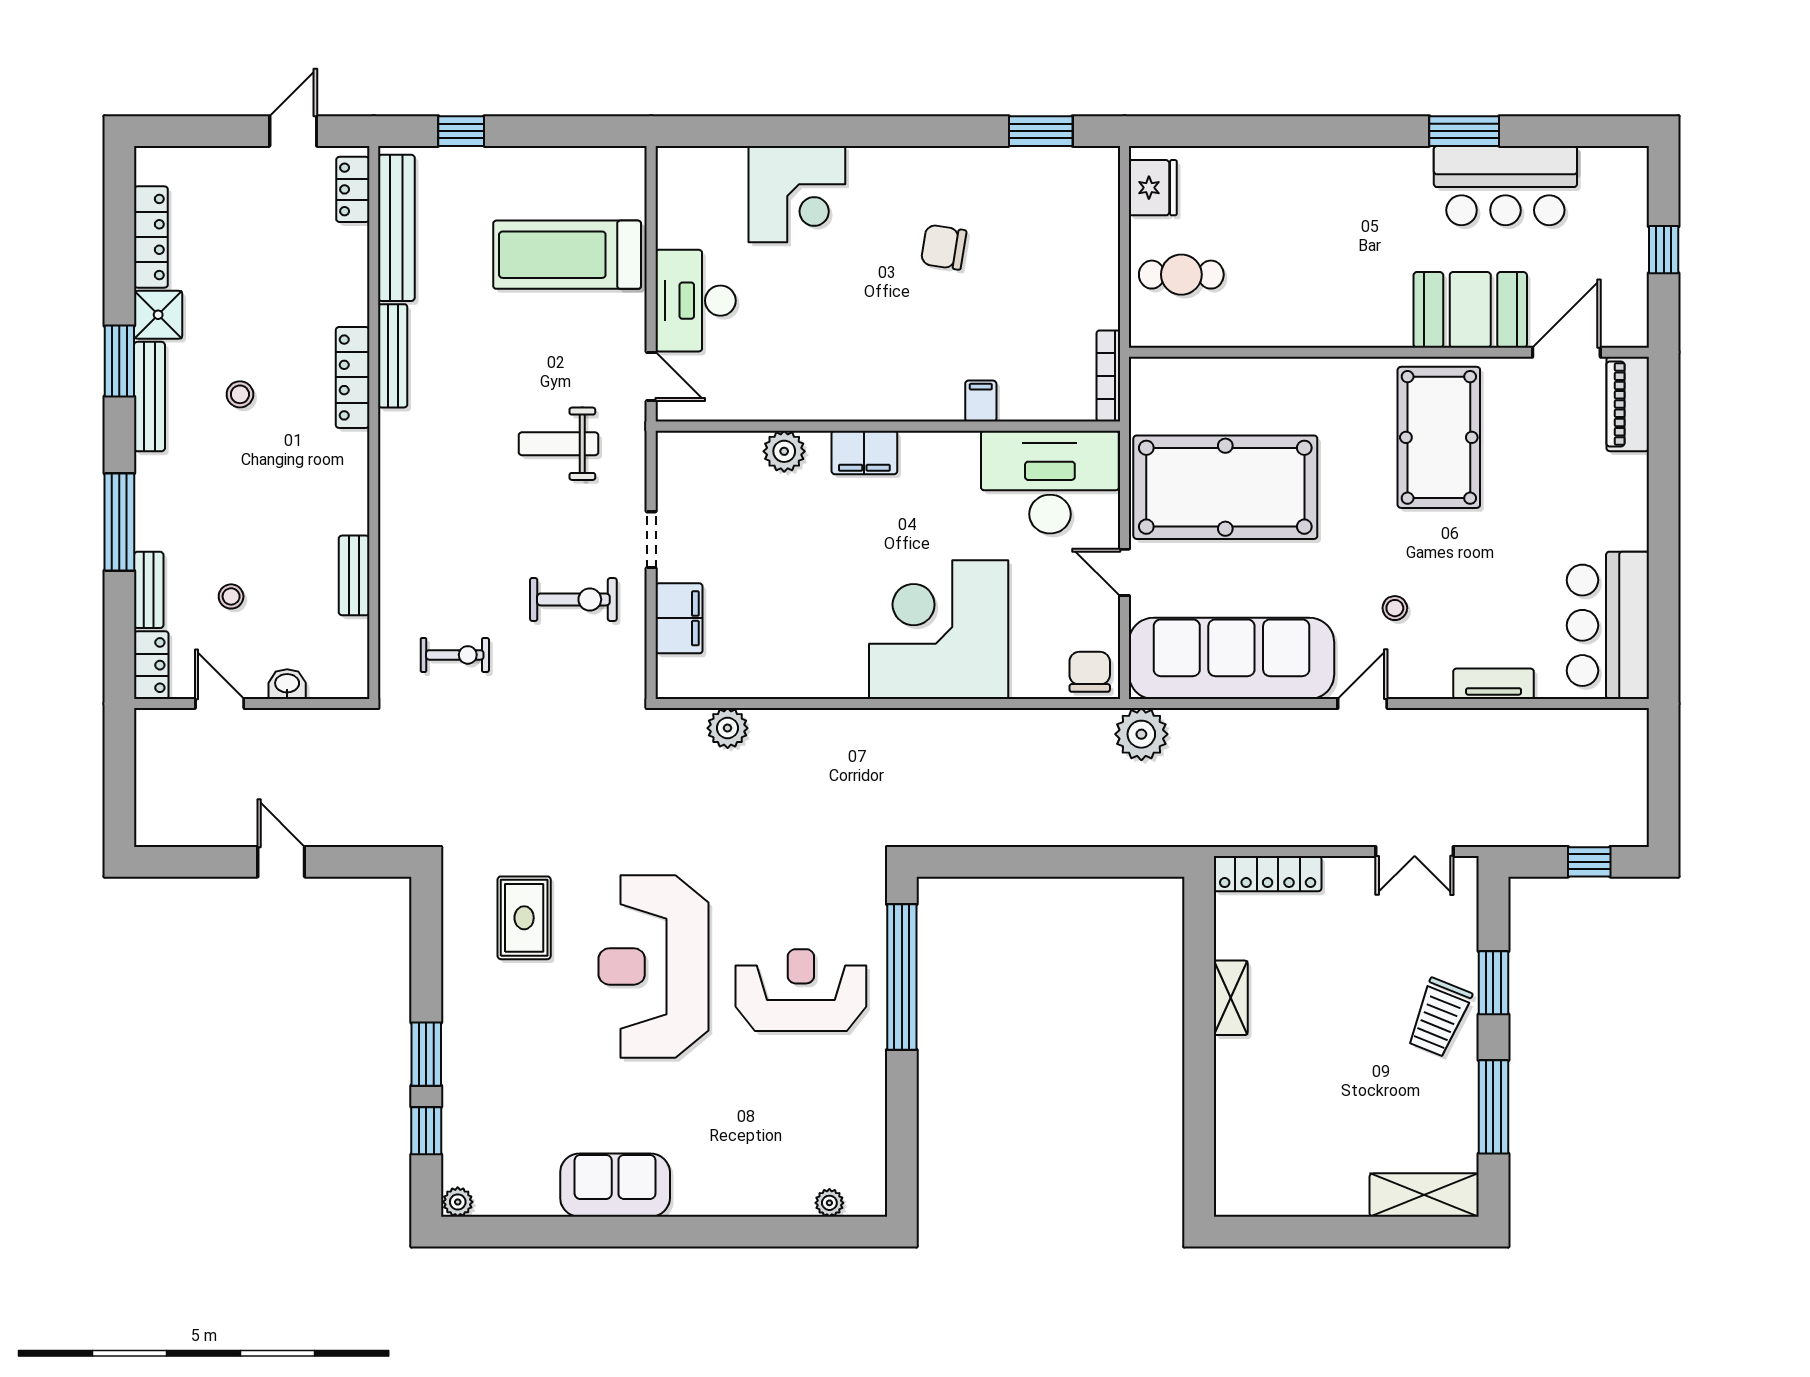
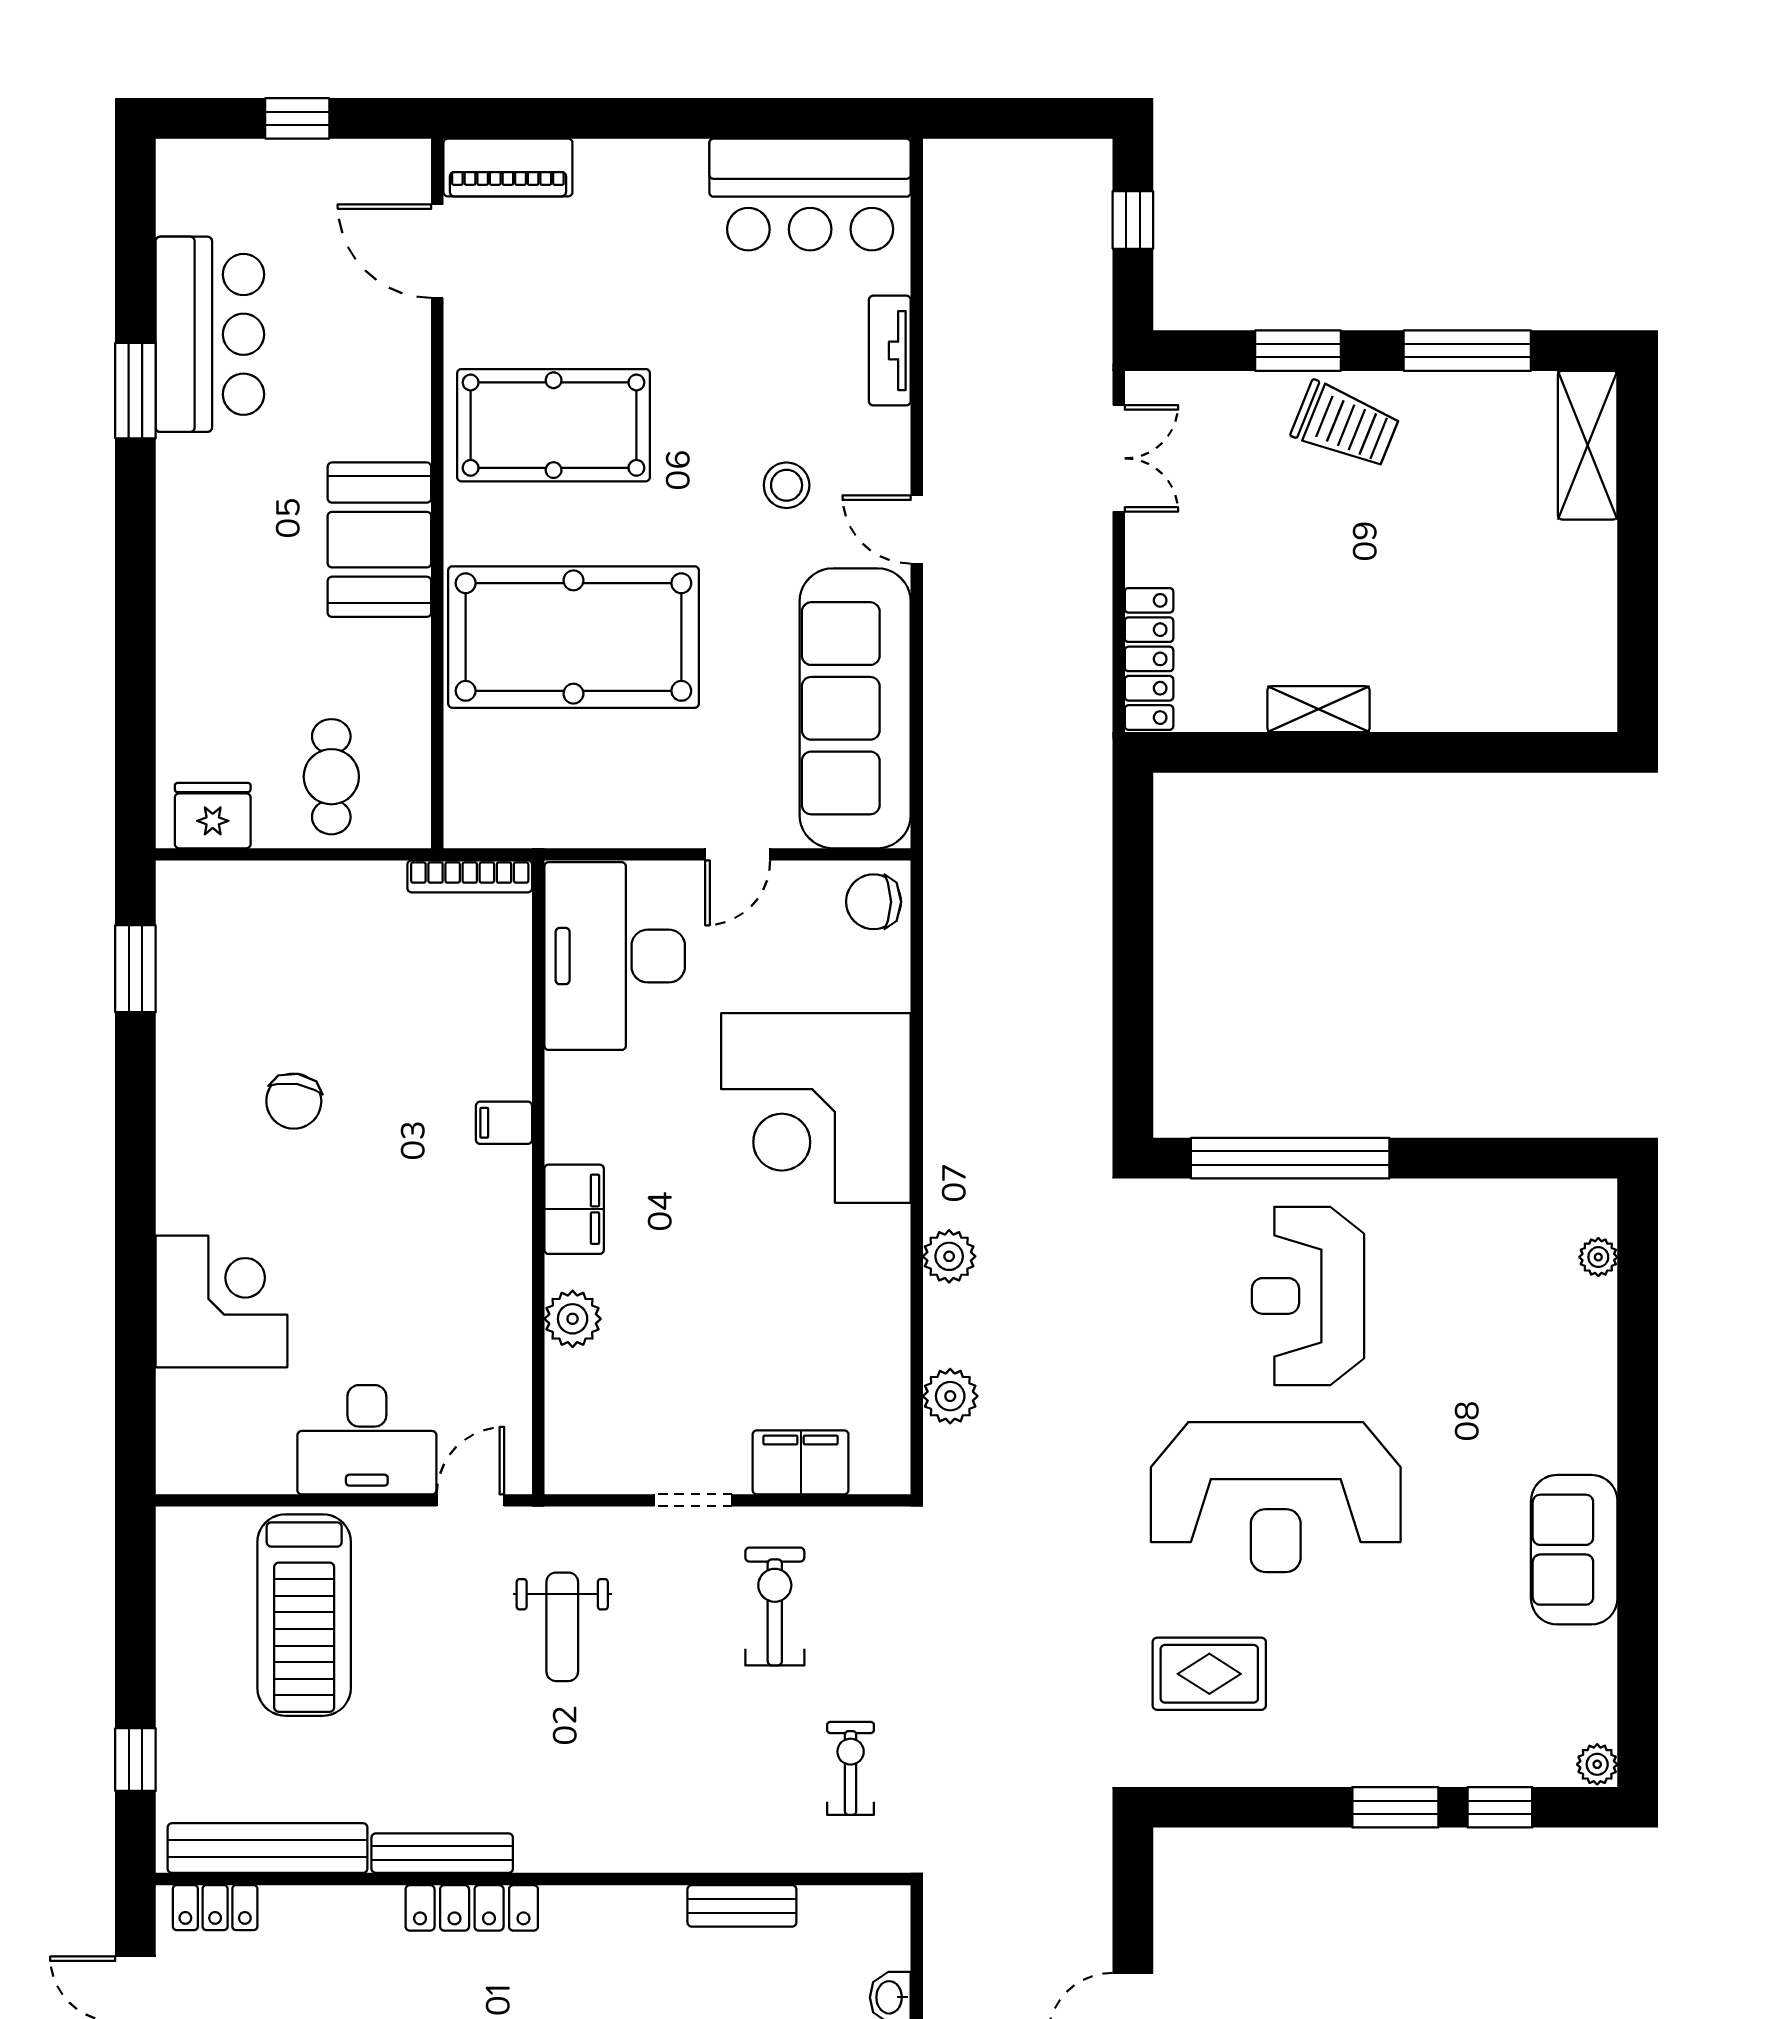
booth: (1470, 310) -> (379, 540), moved
filing cabinet: (981, 401) -> (504, 1123), moved
pool table: (1225, 487) -> (573, 637), moved, turned 90
stool: (1395, 608) -> (787, 485), width x1.37, depth x1.37
plant: (1141, 734) -> (949, 1256), moved, width x0.73, depth x0.73

